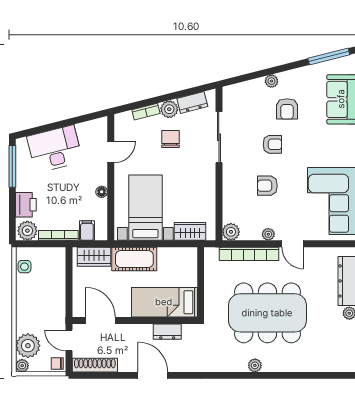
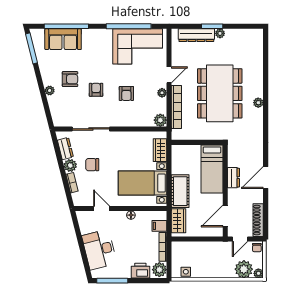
dresser: (167, 332) -> (234, 178), moved

